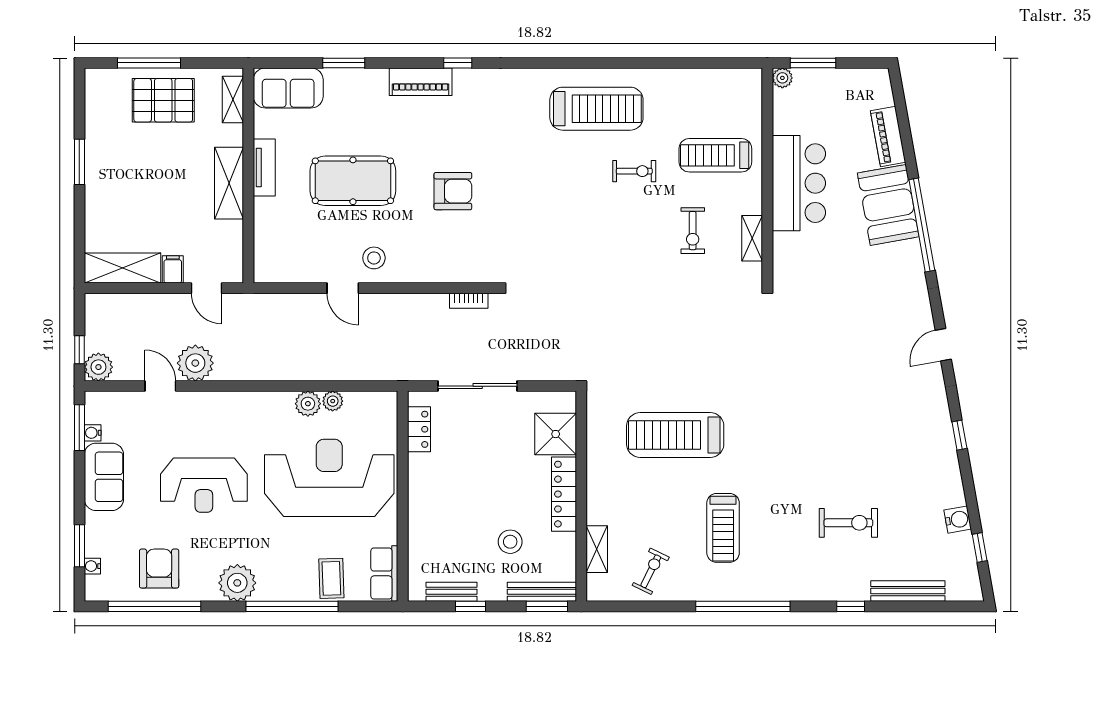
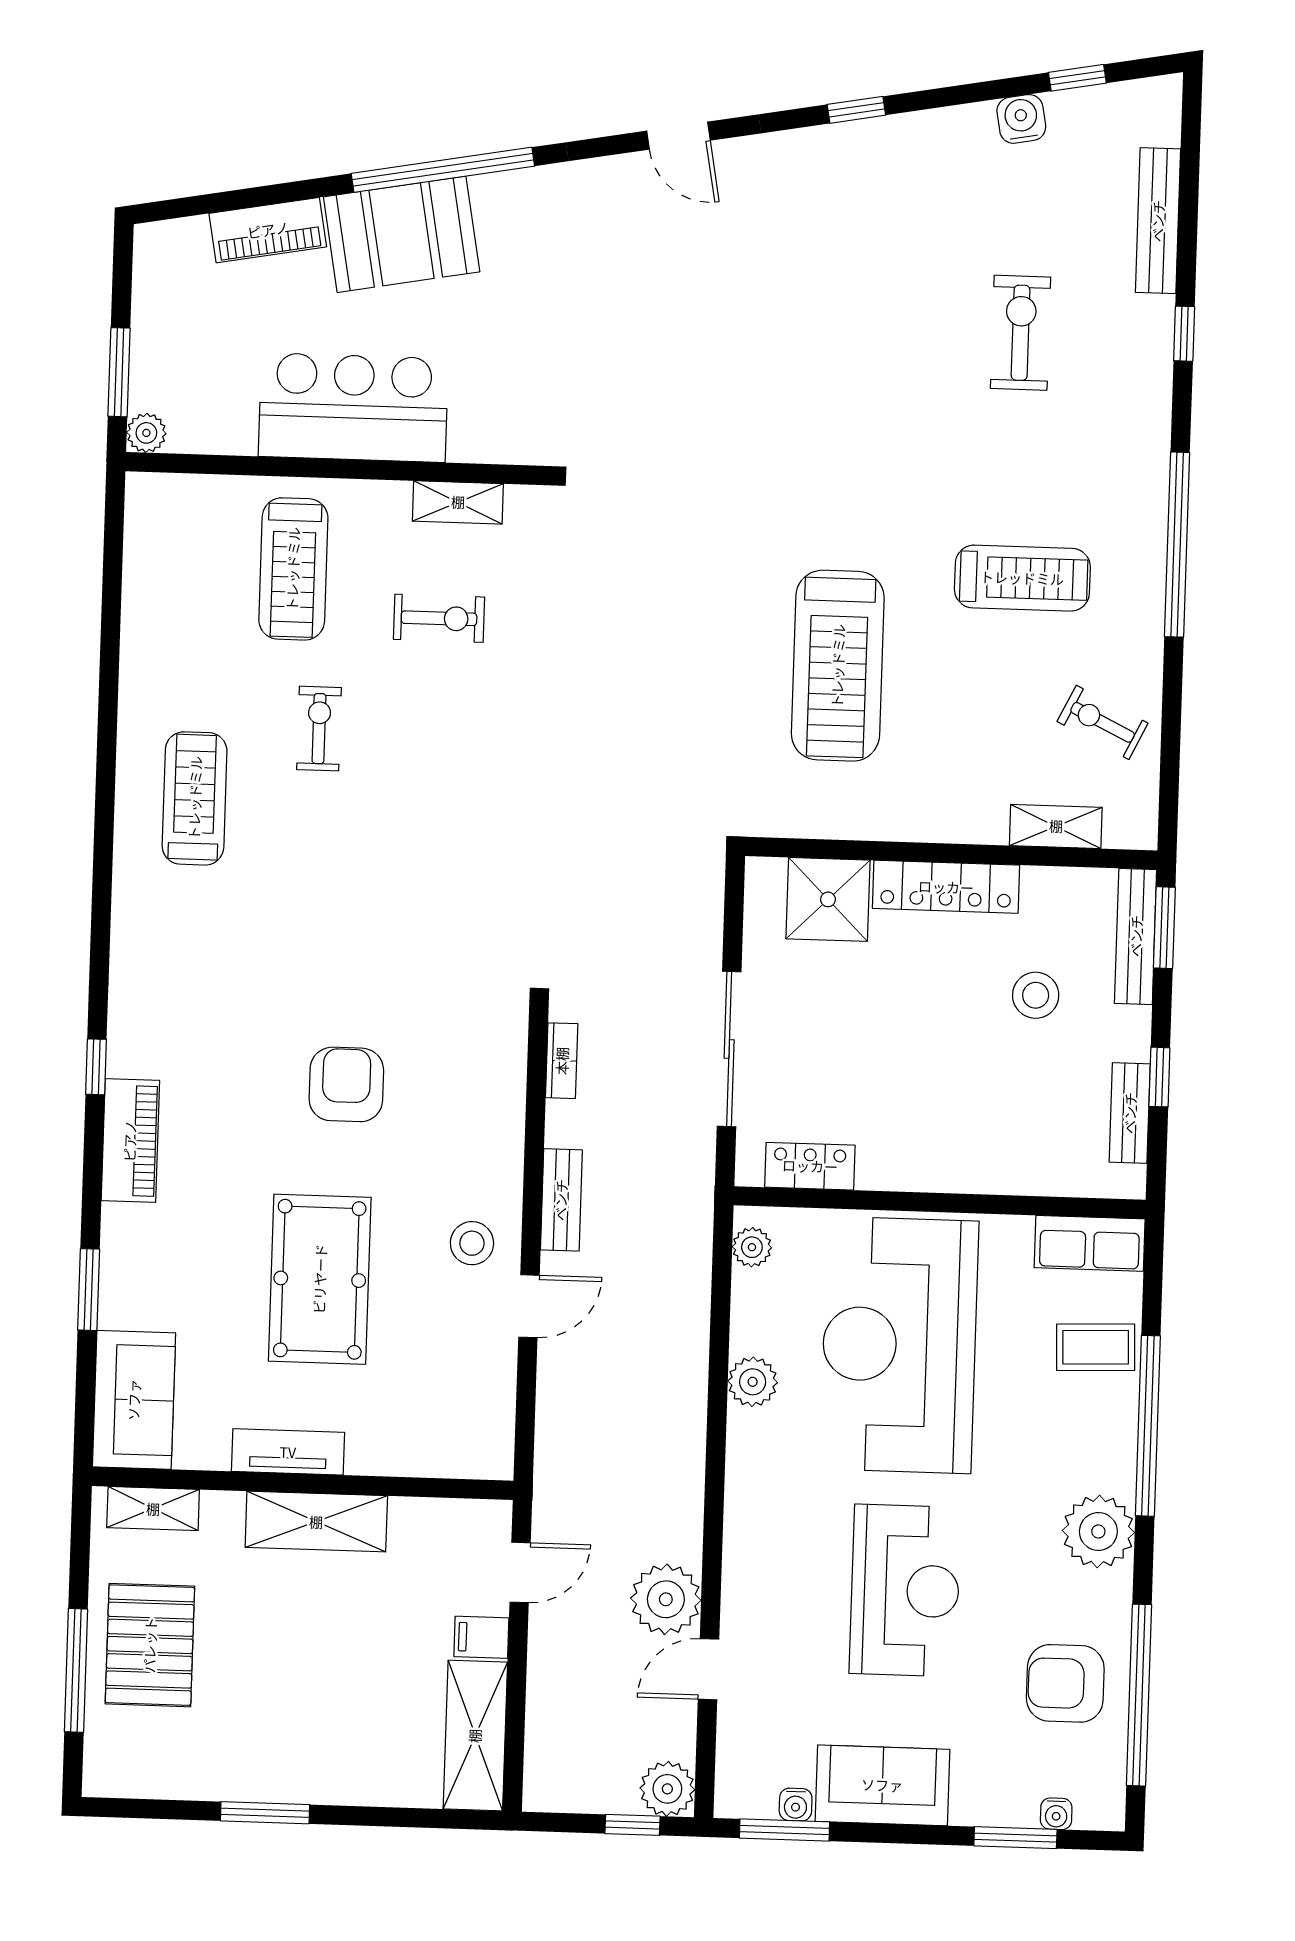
treadmill: (596, 109) -> (195, 798), width x0.73, depth x0.73
bench: (398, 303) -> (561, 1200), added
plant: (333, 401) -> (752, 1247), moved

